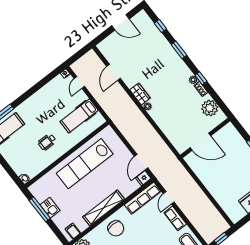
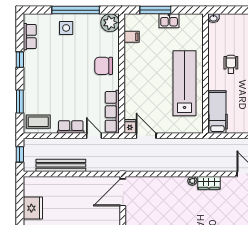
hospital bed: (79, 116) -> (217, 112), moved
door: (200, 142) -> (123, 192), moved
bench: (207, 205) -> (61, 165), added
shelving: (104, 208) -> (131, 69), removed
window: (40, 209) -> (155, 10), moved
filing cabinet: (73, 231) -> (132, 37), moved

